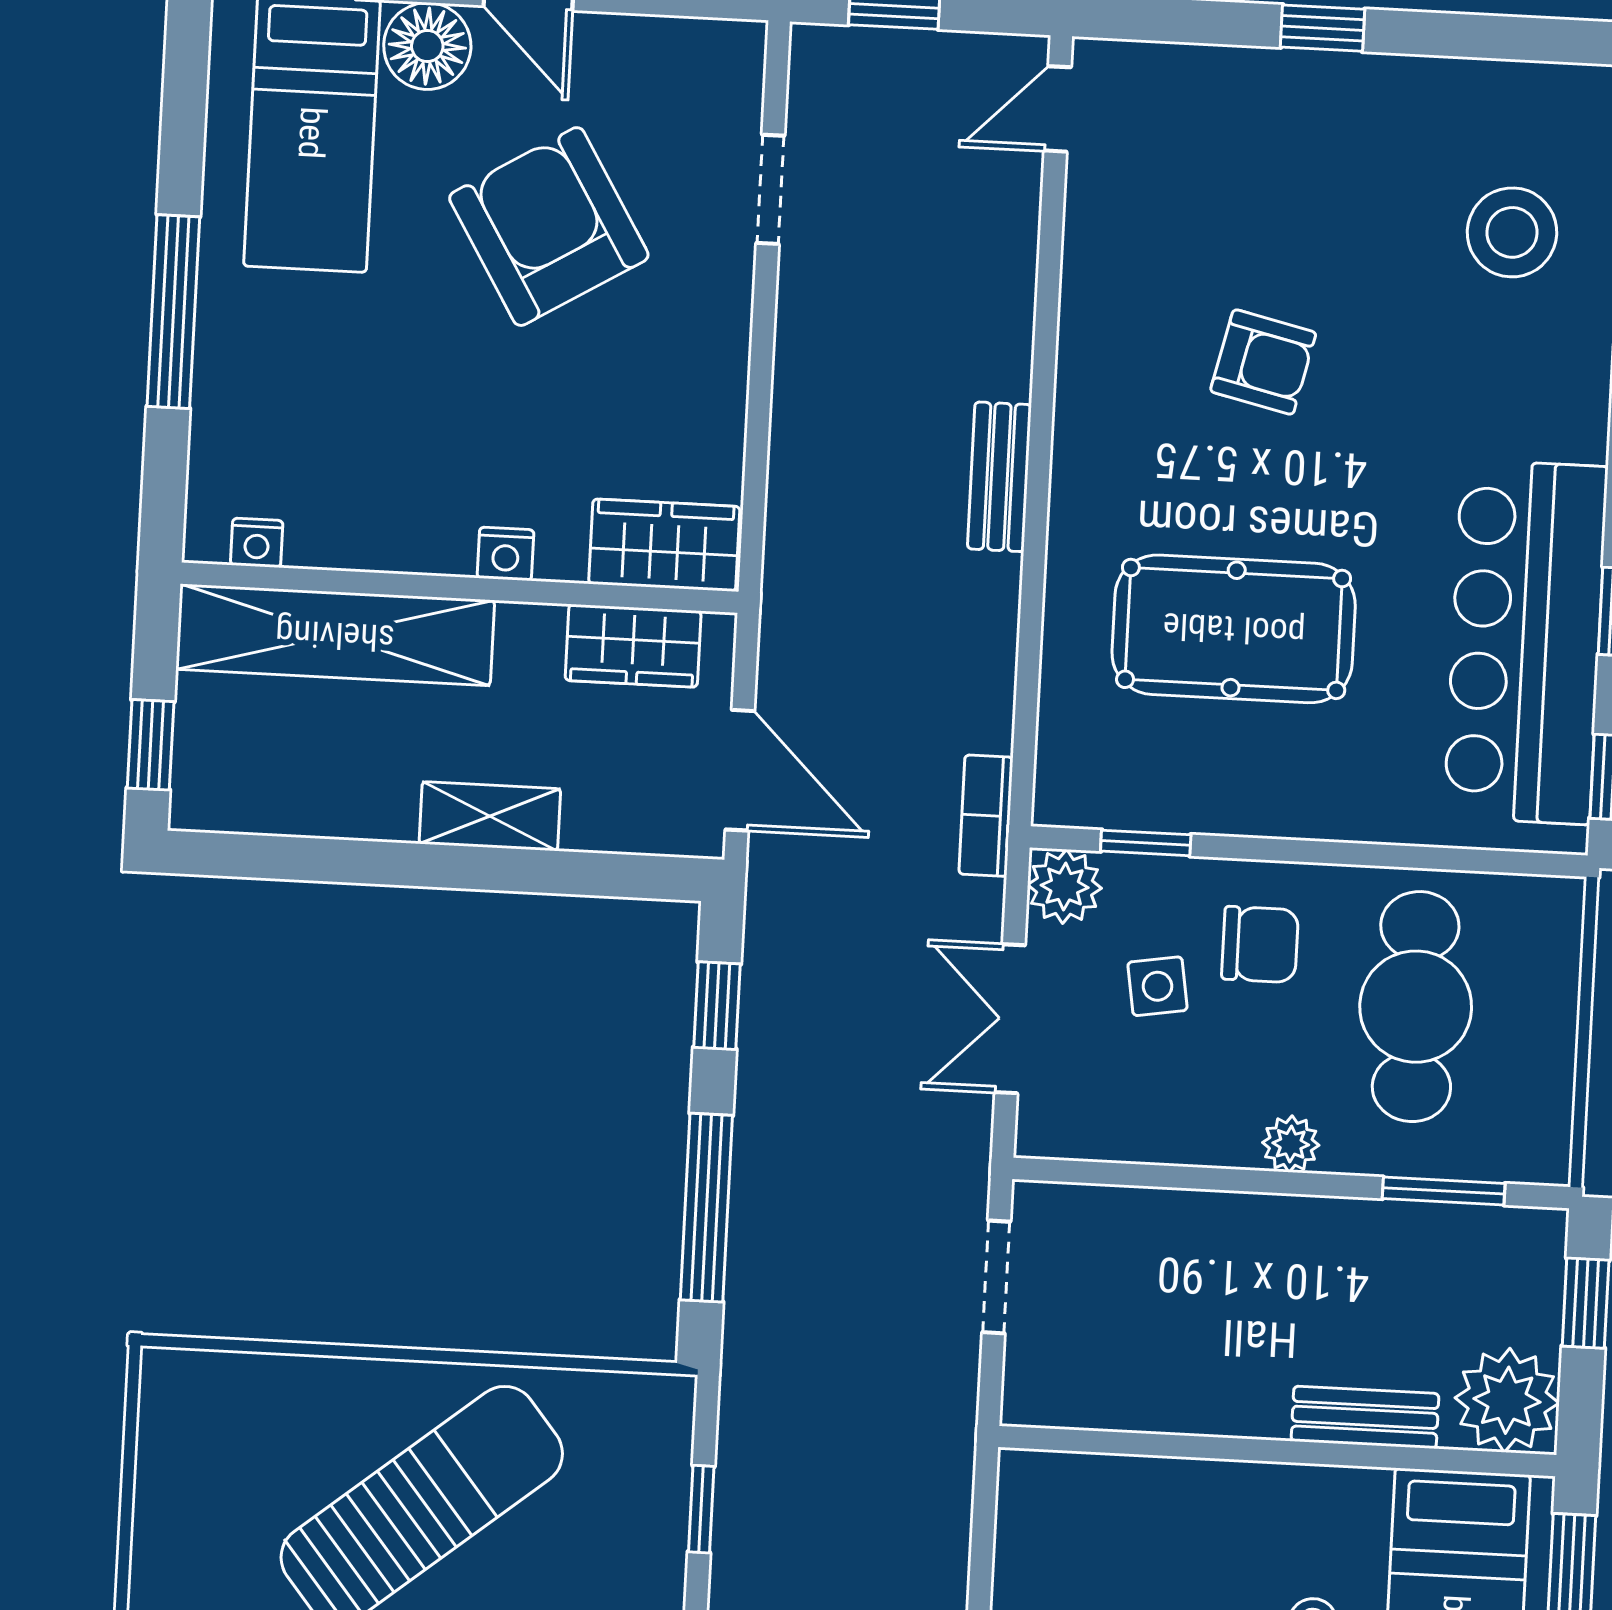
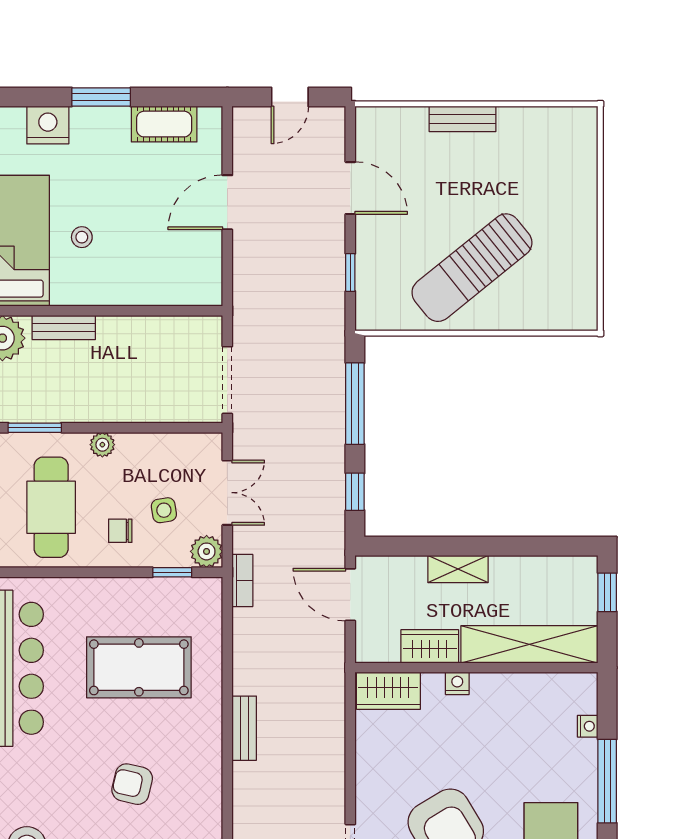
nightstand: (257, 543) -> (588, 726), moved, turned 90
wardrobe: (633, 646) -> (430, 646), moved
chair: (1260, 944) -> (120, 531), width x0.73, depth x0.73
doorway: (996, 1277) -> (227, 380), width x1.38

